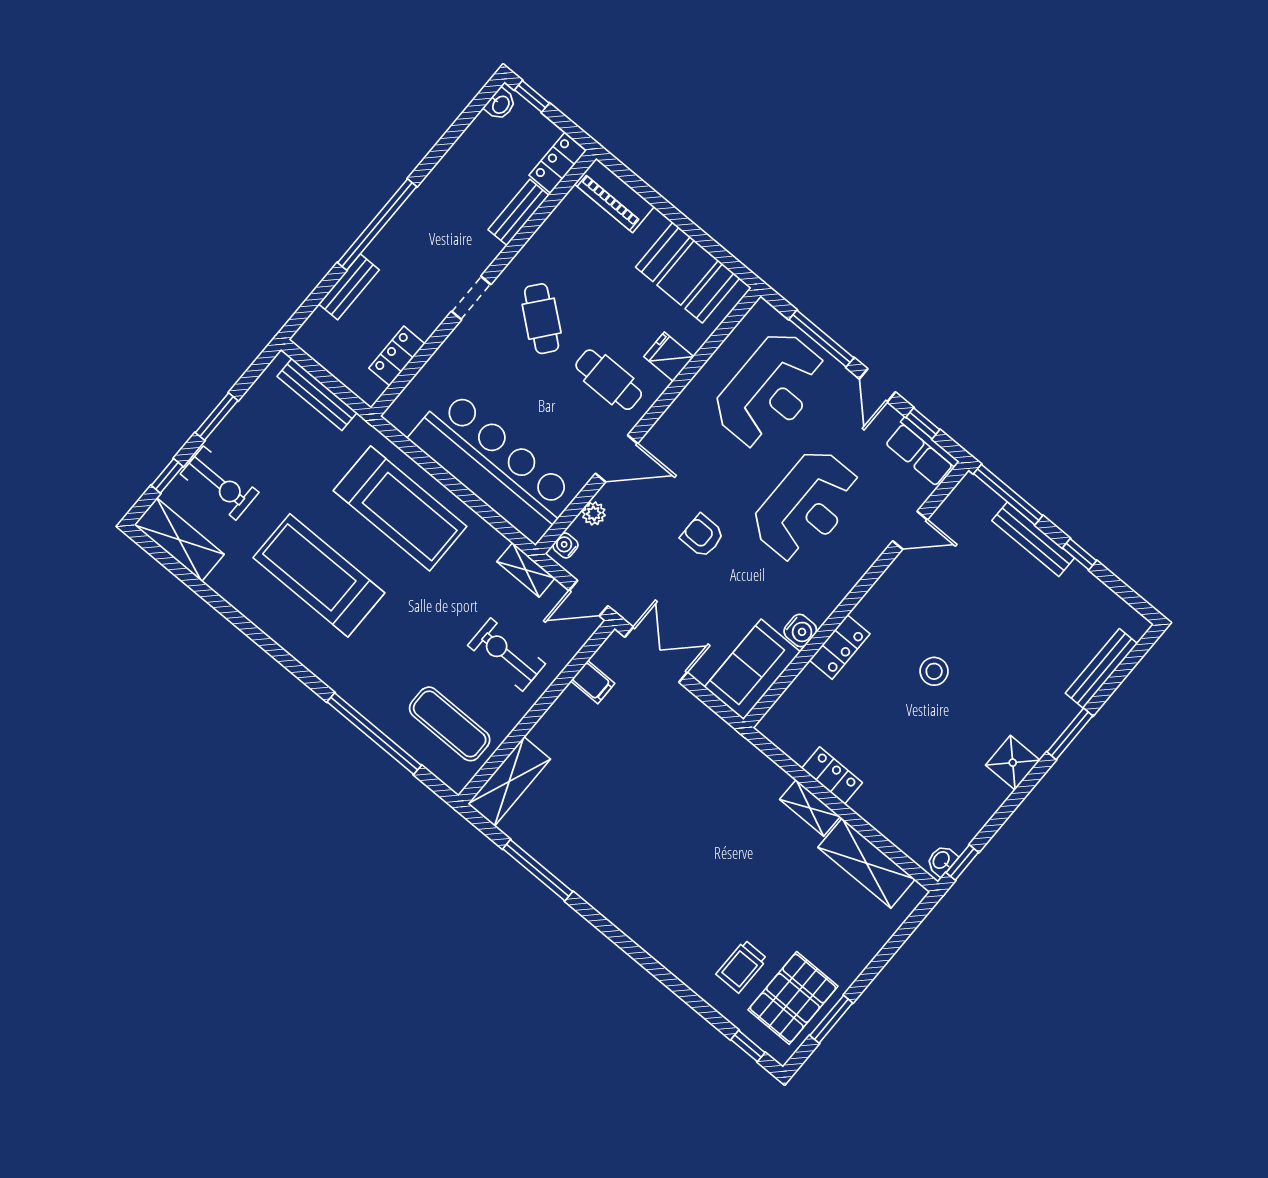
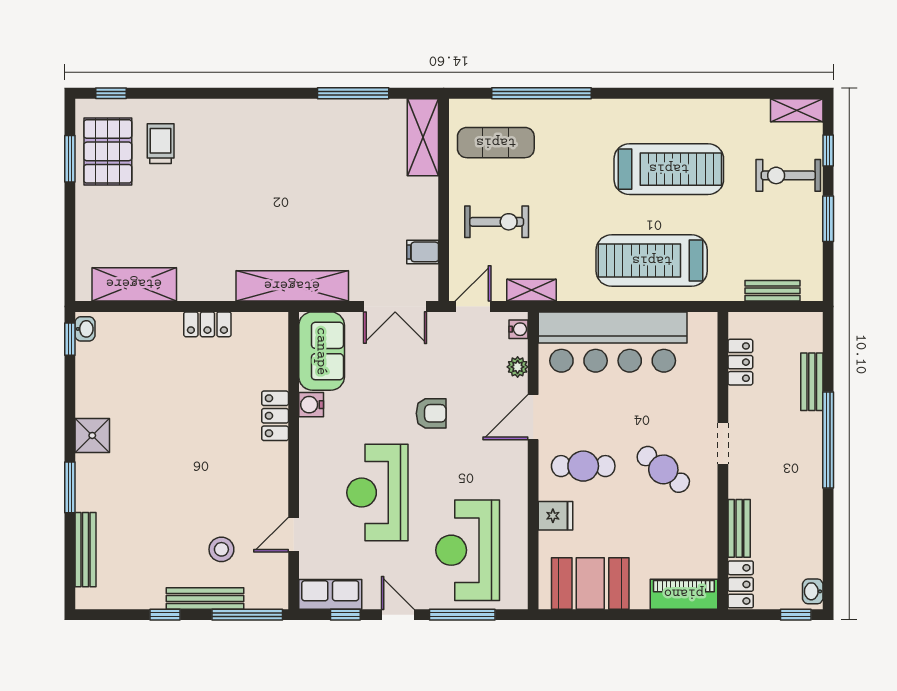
bench: (317, 394) -> (773, 291), width x0.73
shelving: (179, 540) -> (797, 110), width x0.67, depth x0.75
stool: (934, 671) -> (221, 549), moved
shelving: (810, 808) -> (292, 286), moved, width x2.20, depth x1.33

